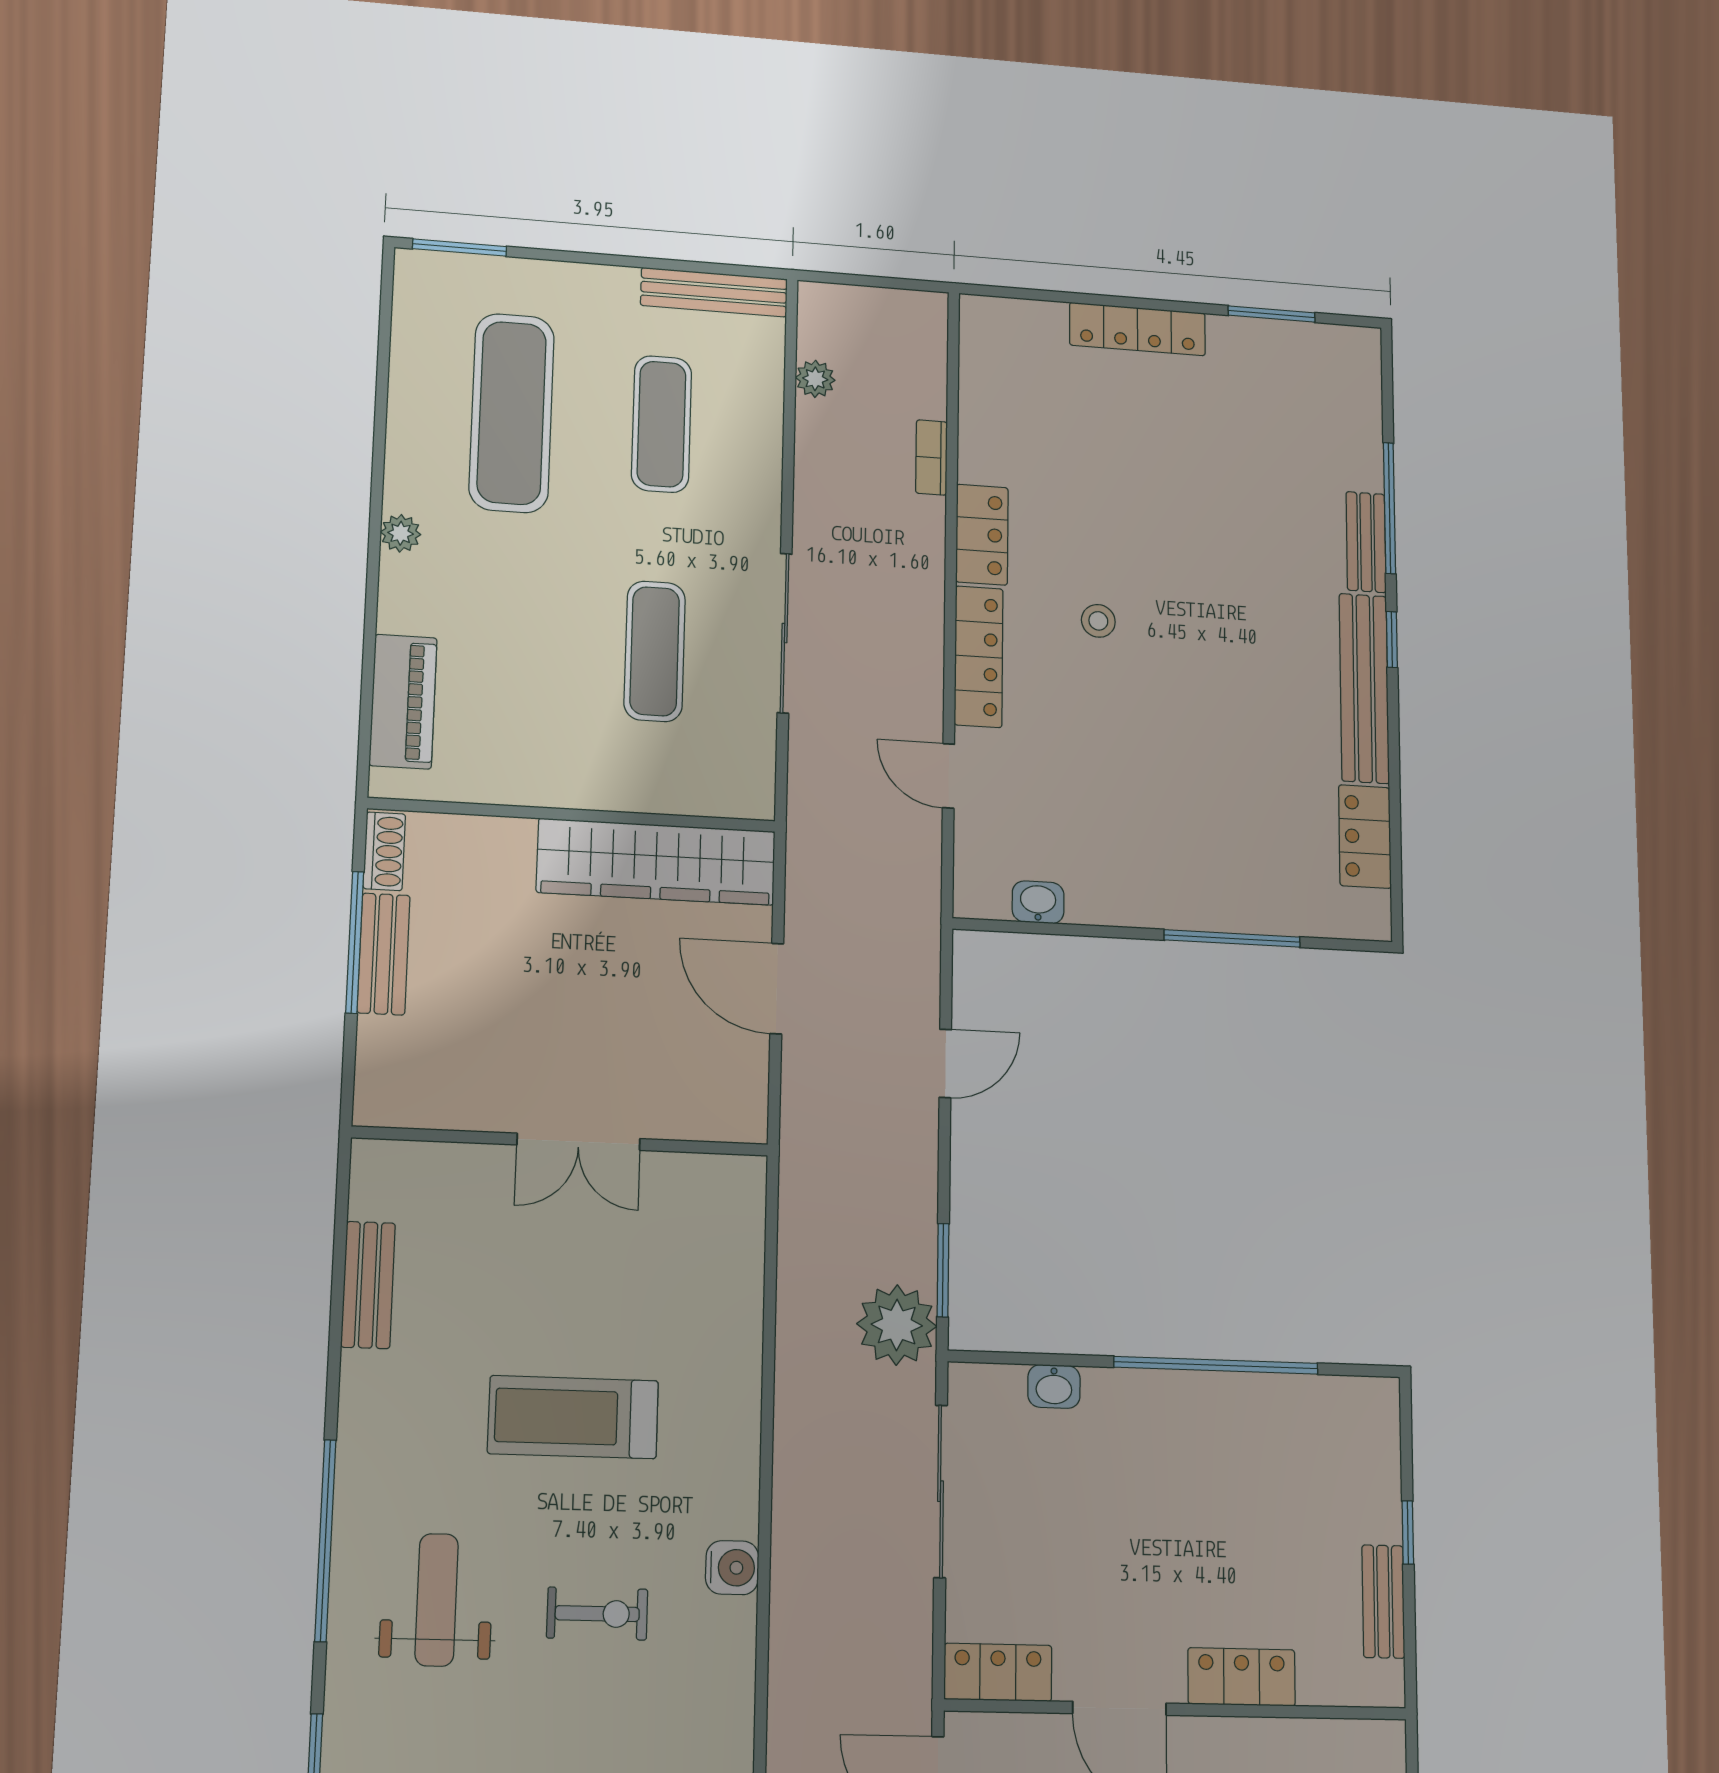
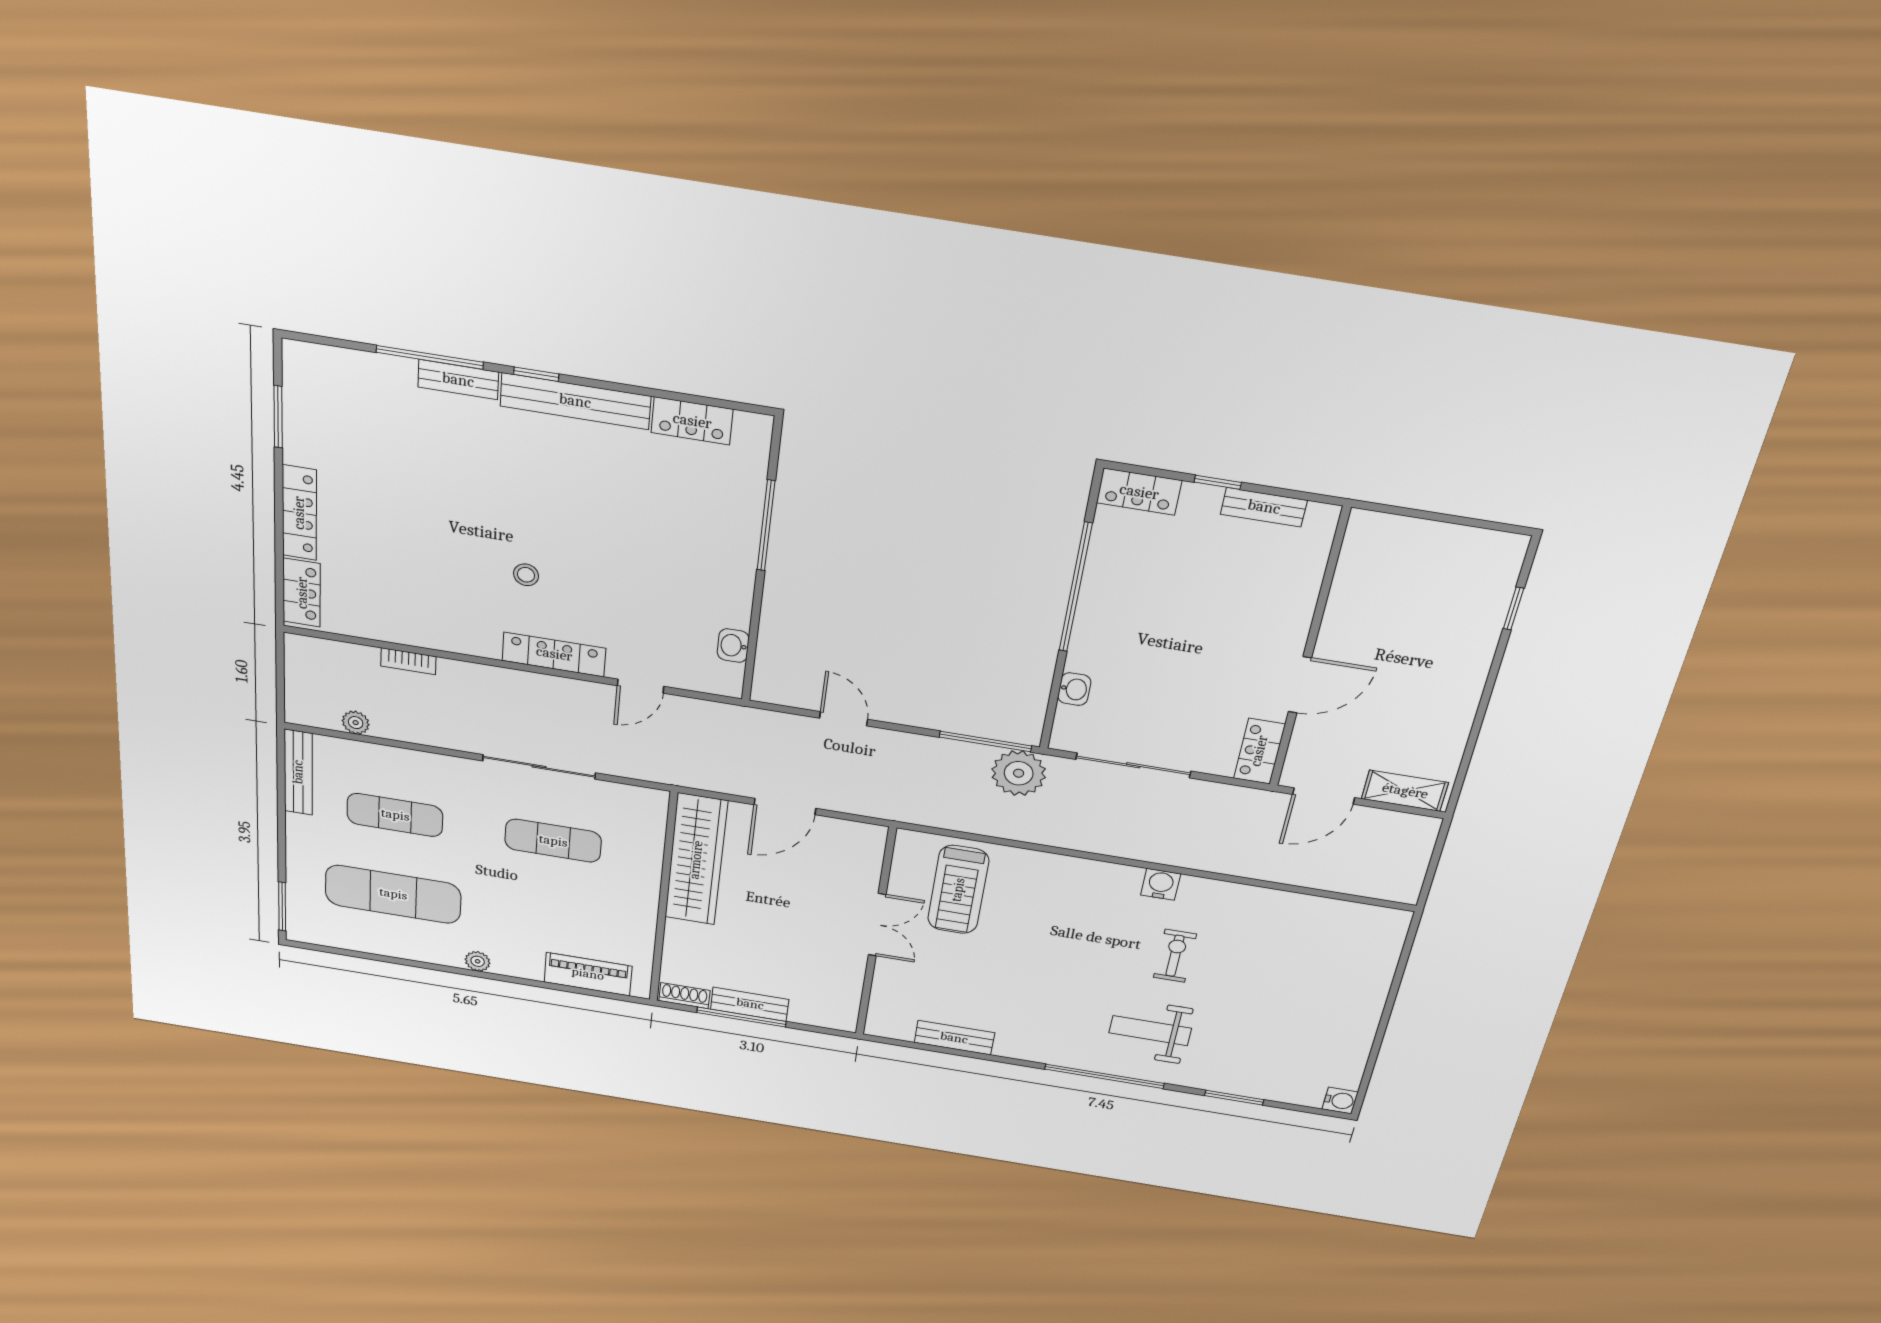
locker: (982, 535) -> (302, 593), moved, turned 90
window: (943, 1270) -> (985, 742), width x1.44
treadmill: (573, 1417) -> (958, 890), moved
locker: (1242, 1677) -> (1139, 492), moved, turned -90

